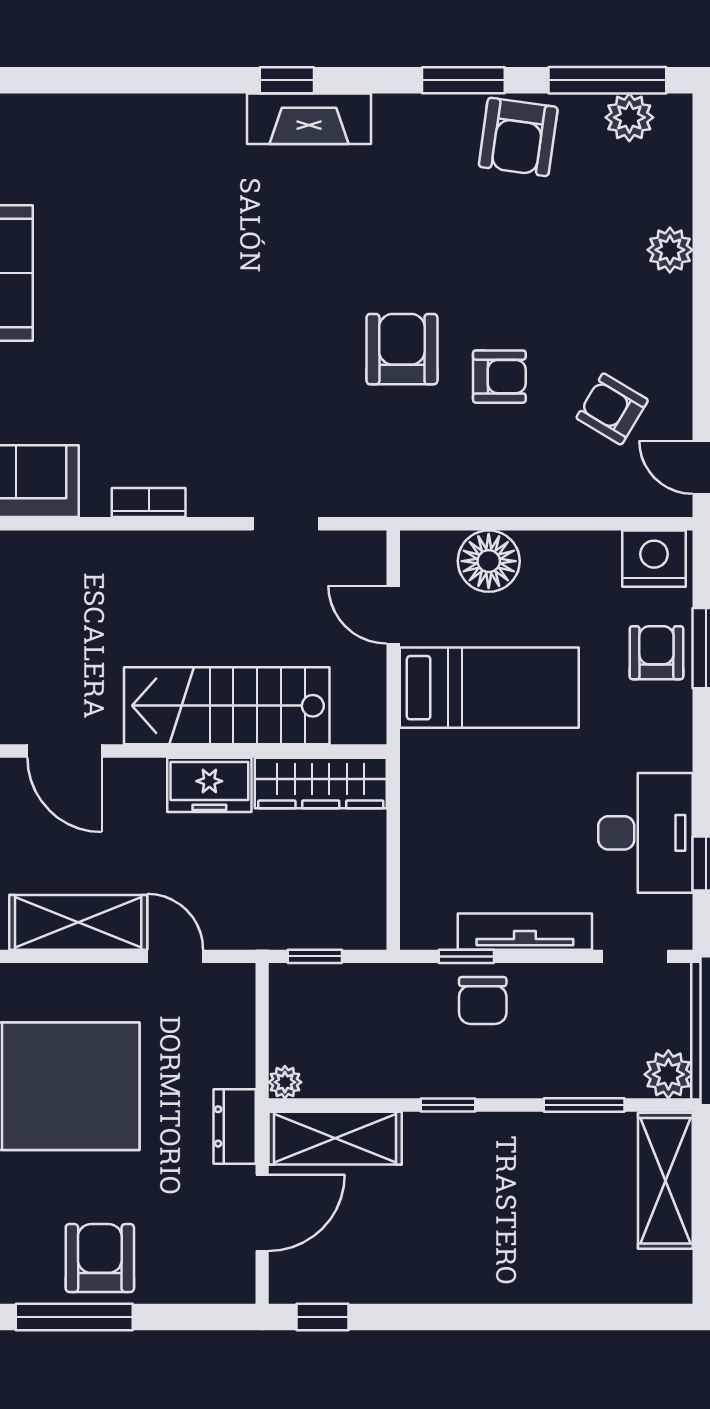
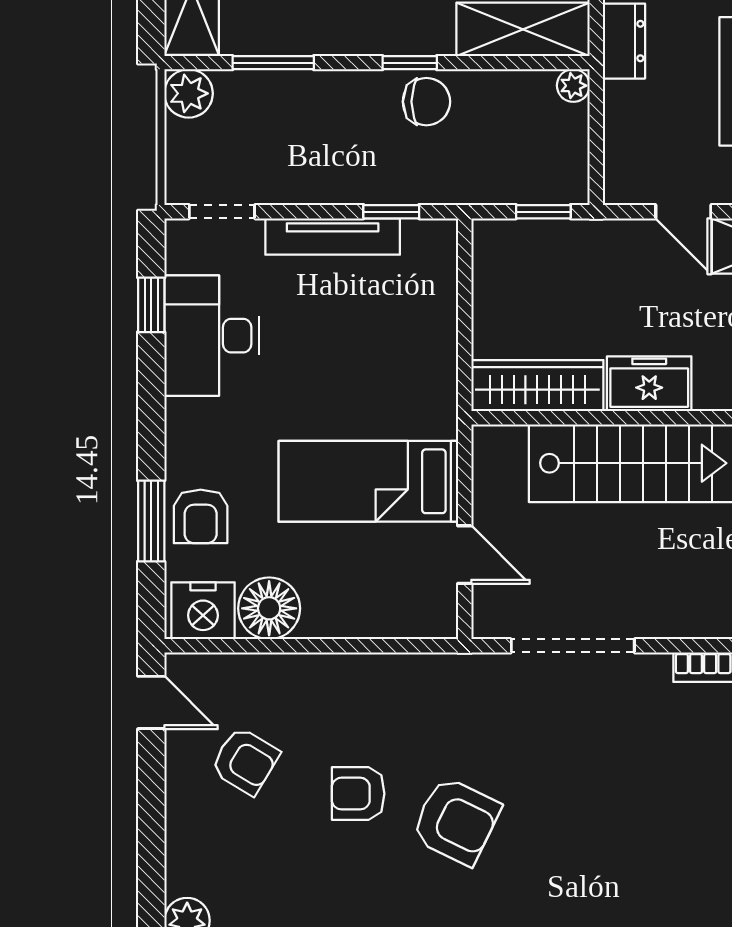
armchair: (402, 349) -> (456, 821), turned -64
doorway: (286, 524) -> (573, 646), width x1.87
floor lamp: (489, 561) -> (269, 608), moved
chair: (483, 1000) -> (426, 102), moved, turned 90

